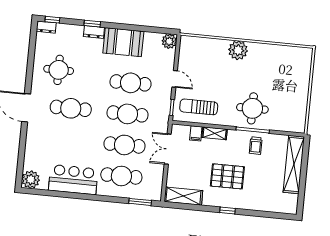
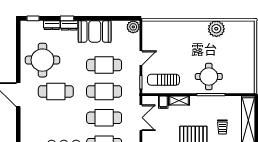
dresser: (46, 27) -> (52, 25), moved
plant: (238, 50) -> (216, 29), moved
round table: (59, 70) -> (42, 60), width x1.36, depth x1.36
door: (175, 79) -> (141, 58), hinge flipped
trolley: (256, 146) -> (222, 127), moved
double door: (168, 149) -> (141, 118), swing flipped

